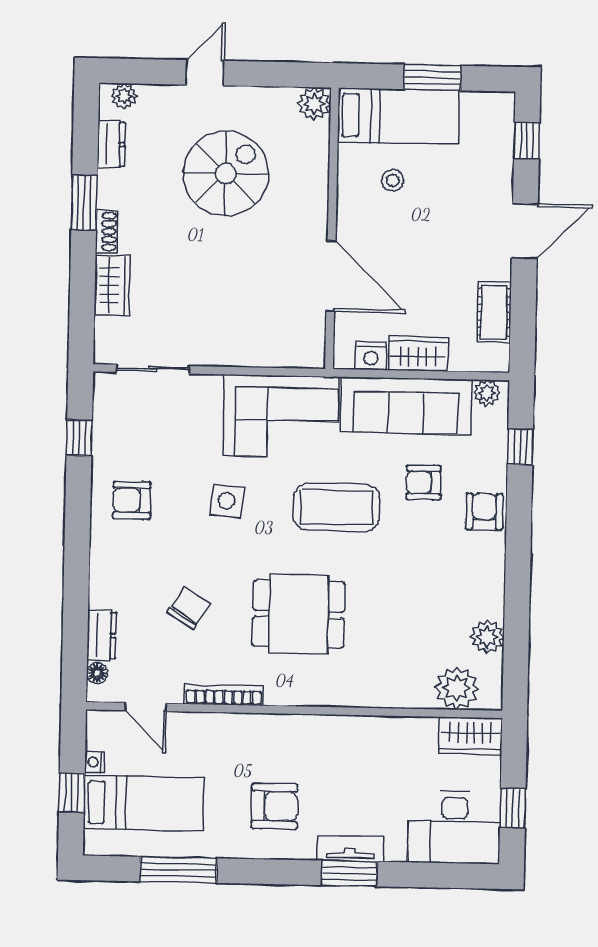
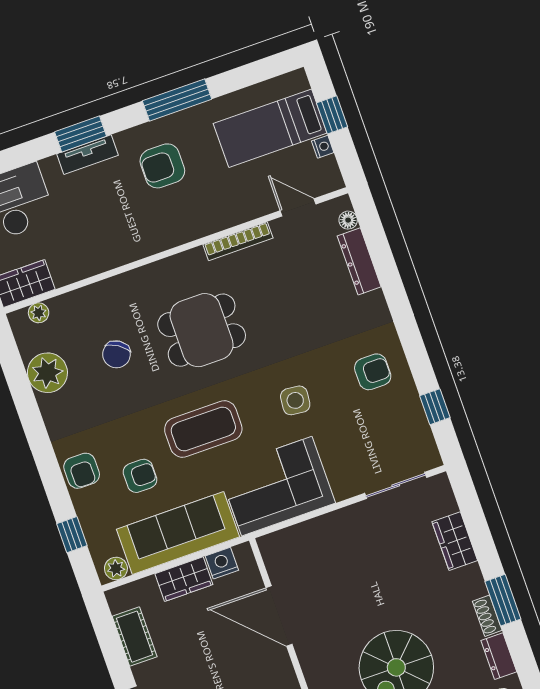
shoe rack: (106, 231) -> (487, 616), moved
chair: (189, 608) -> (116, 354), moved
dresser: (101, 635) -> (359, 261), width x1.44
plant: (487, 637) -> (47, 373), width x1.36, depth x1.36
plant: (457, 688) -> (39, 313), width x0.53, depth x0.53
window: (179, 870) -> (177, 100), moved

